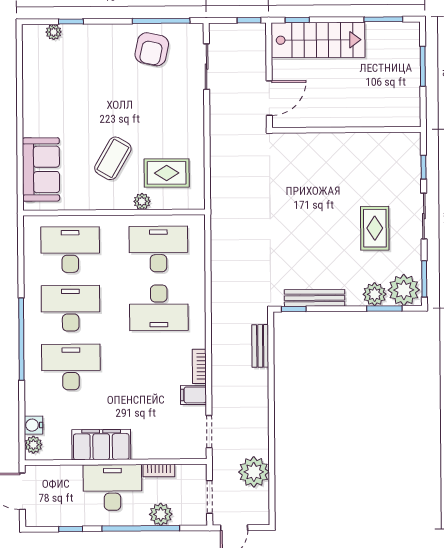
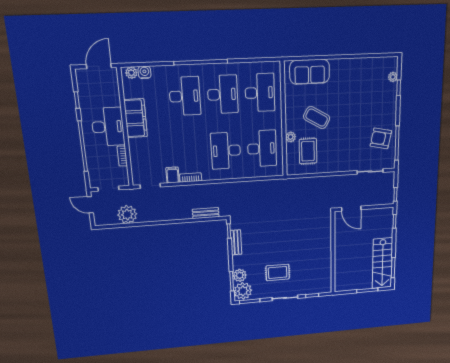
stairs: (318, 40) -> (382, 263), moved
bench: (315, 298) -> (236, 242), width x0.73
plant: (161, 514) -> (94, 159), removed

